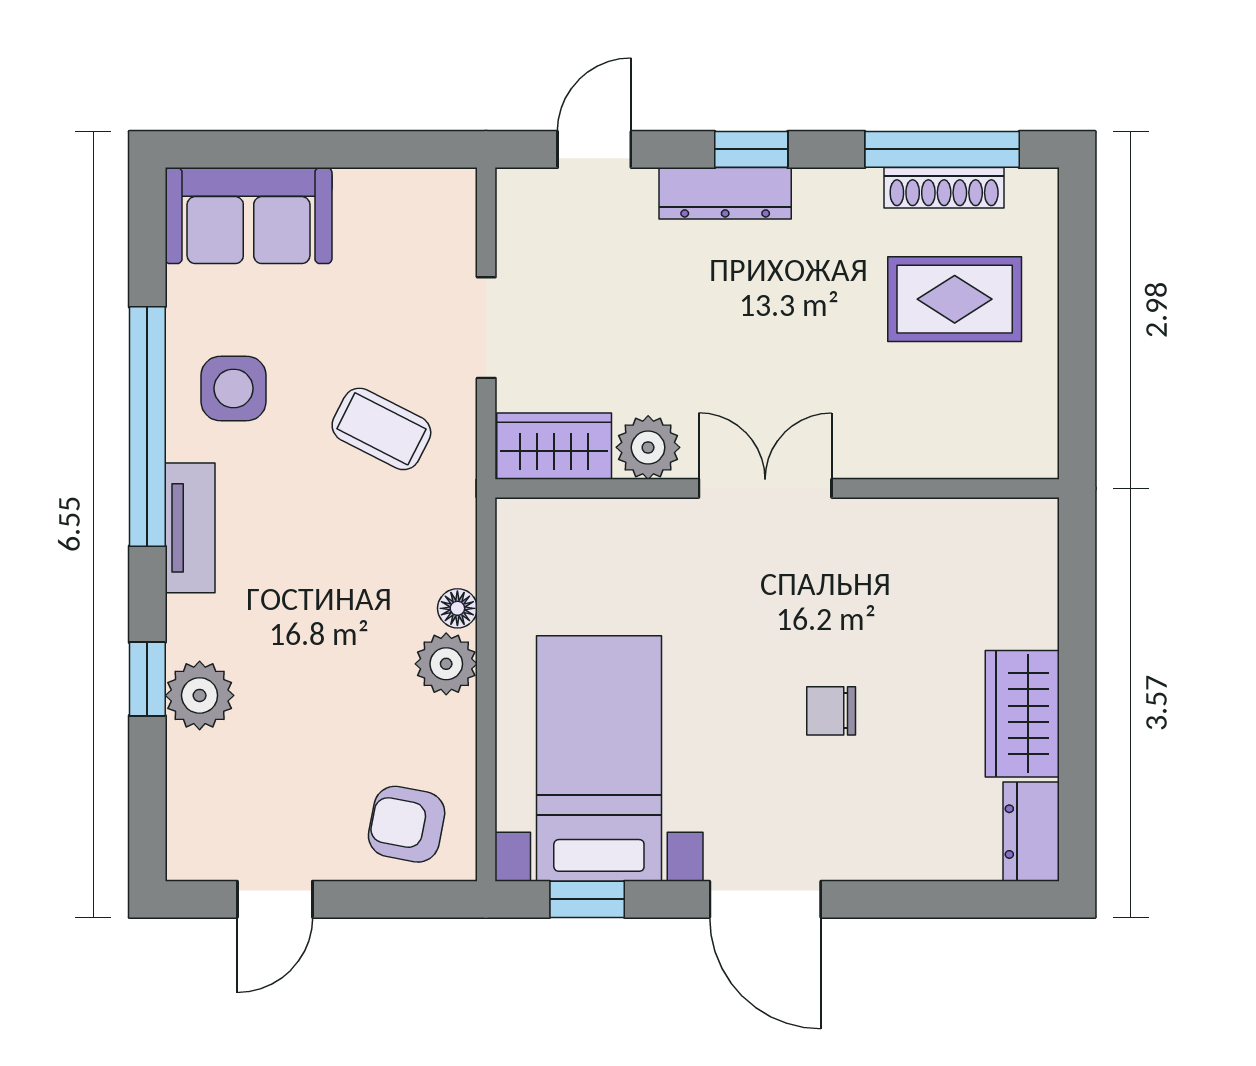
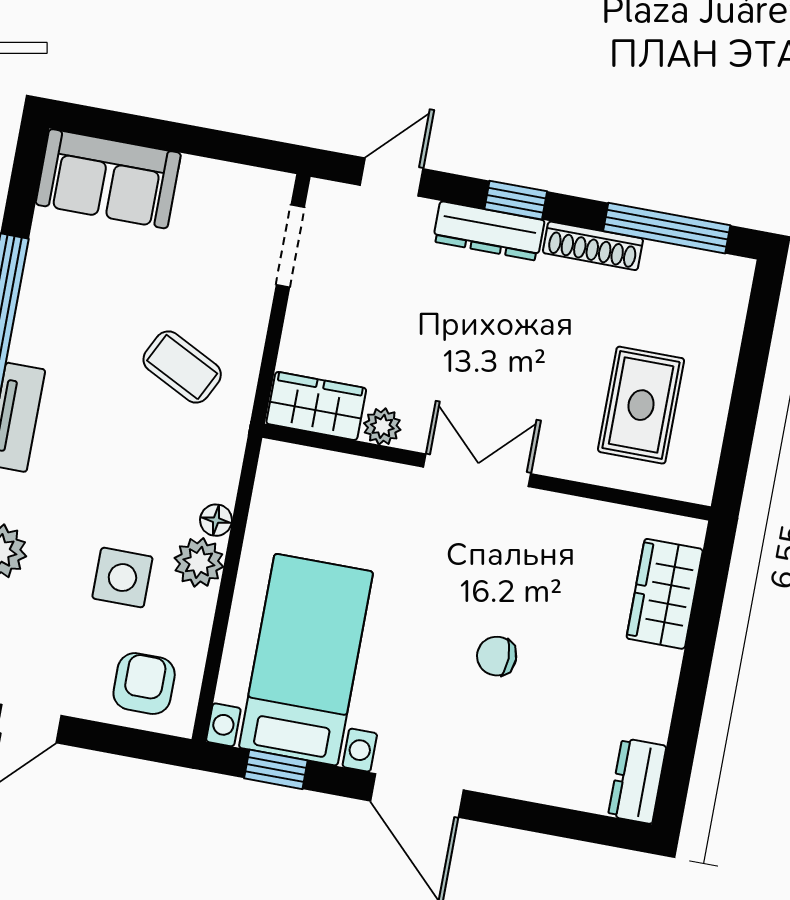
shoe rack: (944, 188) -> (593, 246), moved
rug: (955, 299) -> (641, 405), moved, turned 90
doorway: (486, 328) -> (290, 246), moved
side table: (233, 388) -> (122, 578), moved
plant: (648, 447) -> (382, 426), width x0.73, depth x0.73
wardrobe: (1022, 714) -> (665, 594), moved
armchair: (407, 824) -> (144, 684), turned 79

